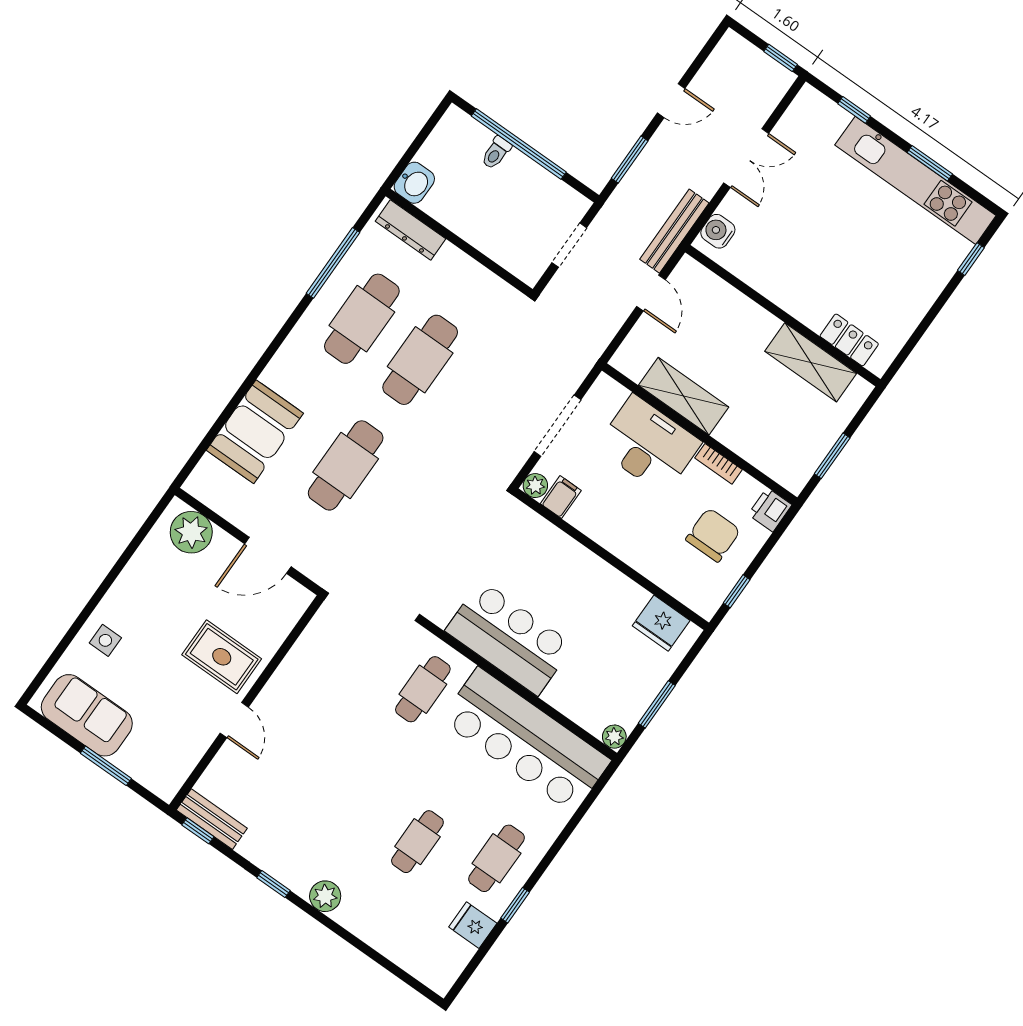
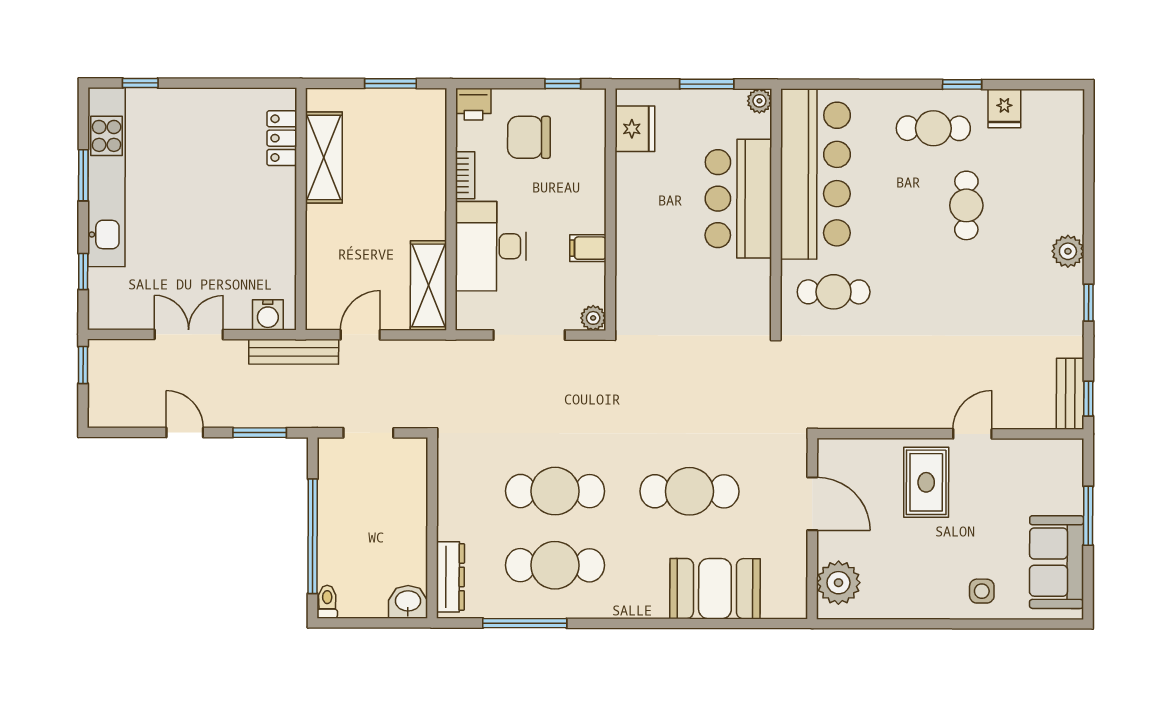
toilet: (496, 153) -> (327, 602), moved, turned -90
shelving: (684, 396) -> (428, 285), moved
filing cabinet: (561, 497) -> (588, 248), moved
bar counter: (509, 638) -> (738, 199), moved
cafe table: (417, 842) -> (966, 205), turned 90

